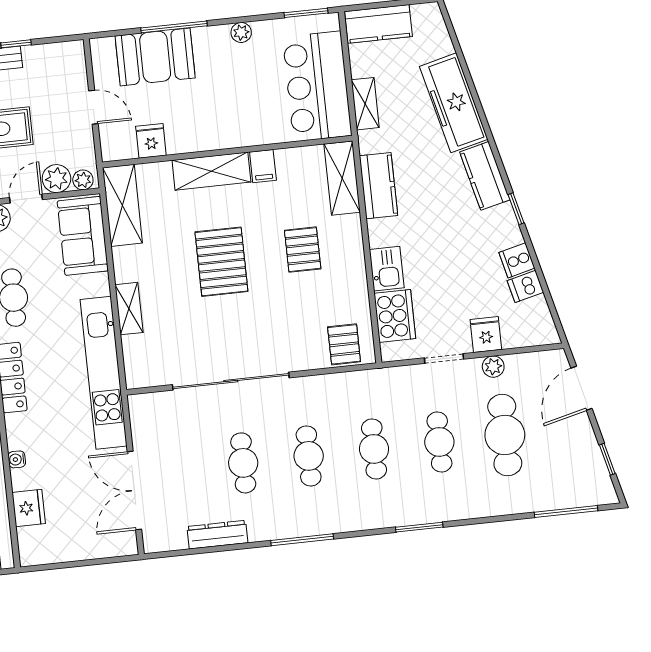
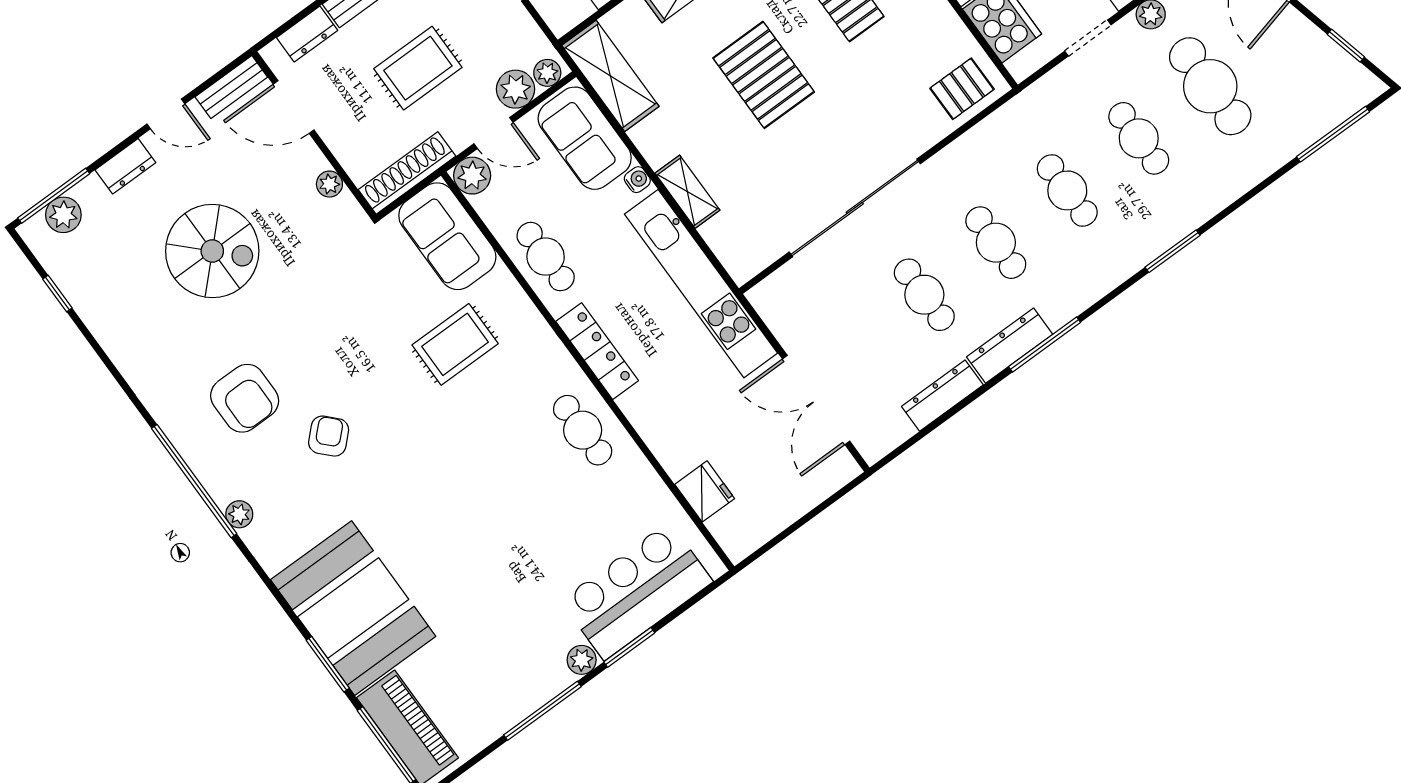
door: (26, 199) -> (494, 133), swing flipped
pallet: (344, 344) -> (962, 89), turned 90
water cooler: (17, 459) -> (637, 180), moved, turned 180
dresser: (279, 527) -> (1010, 346), added

